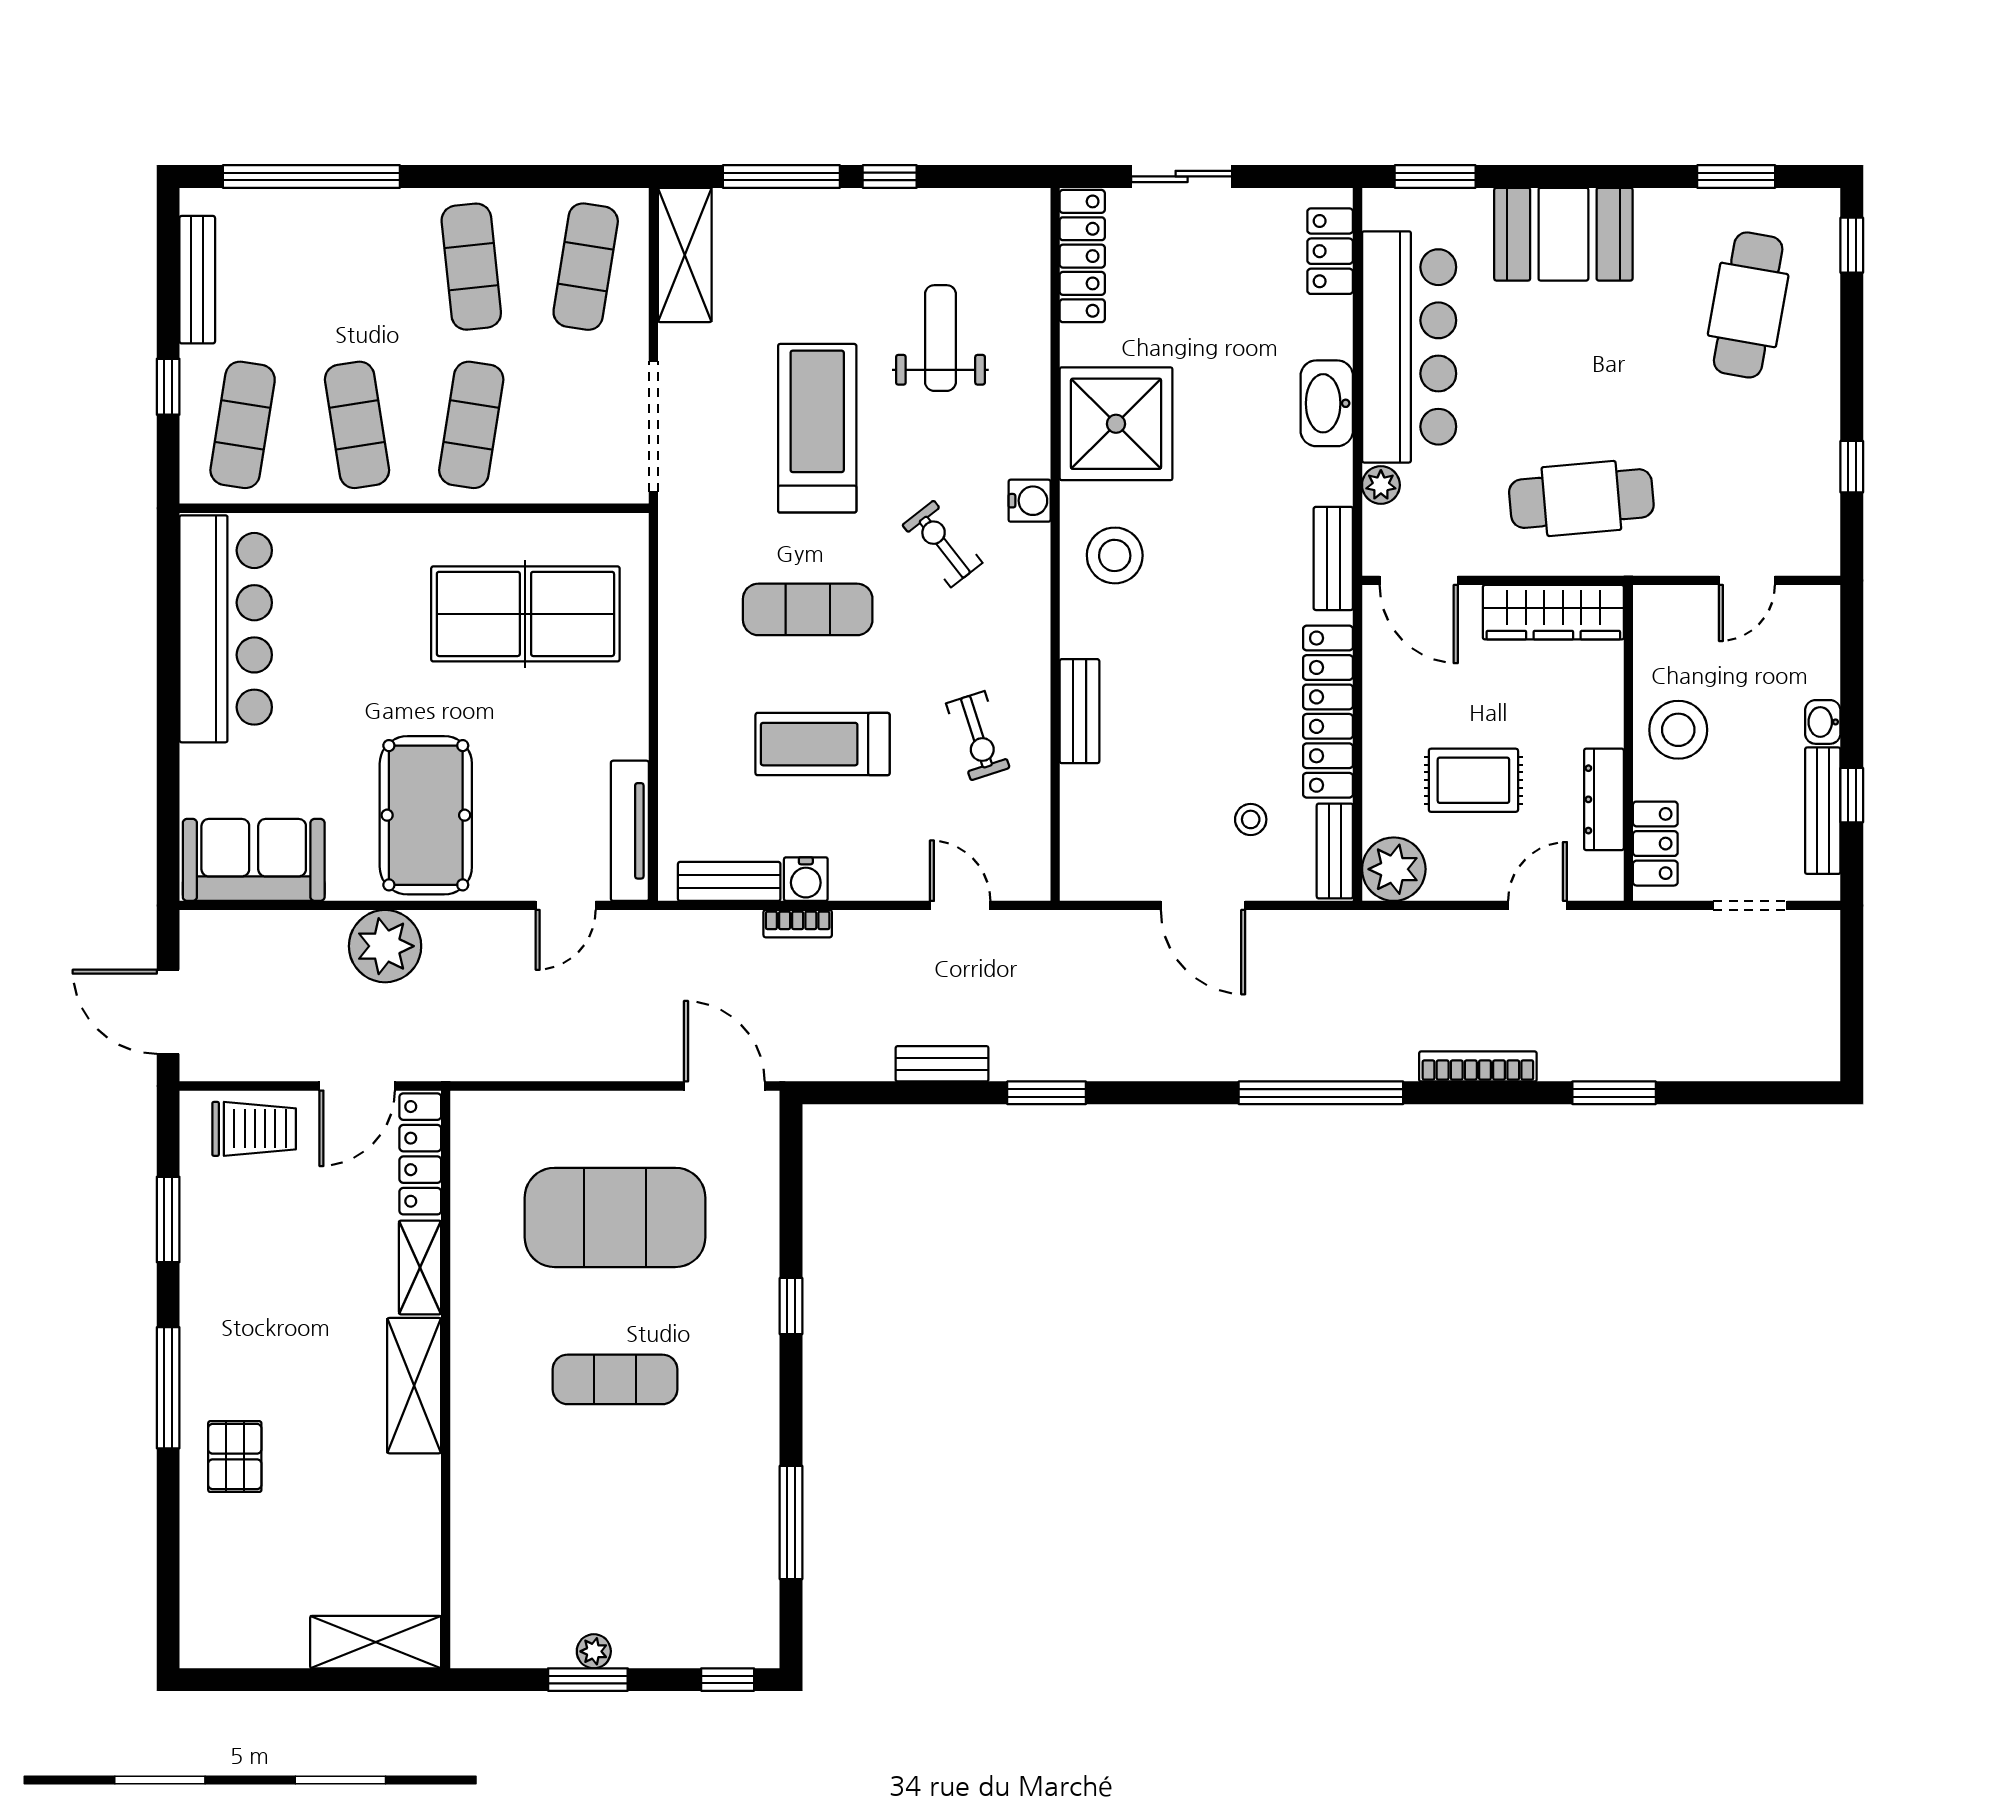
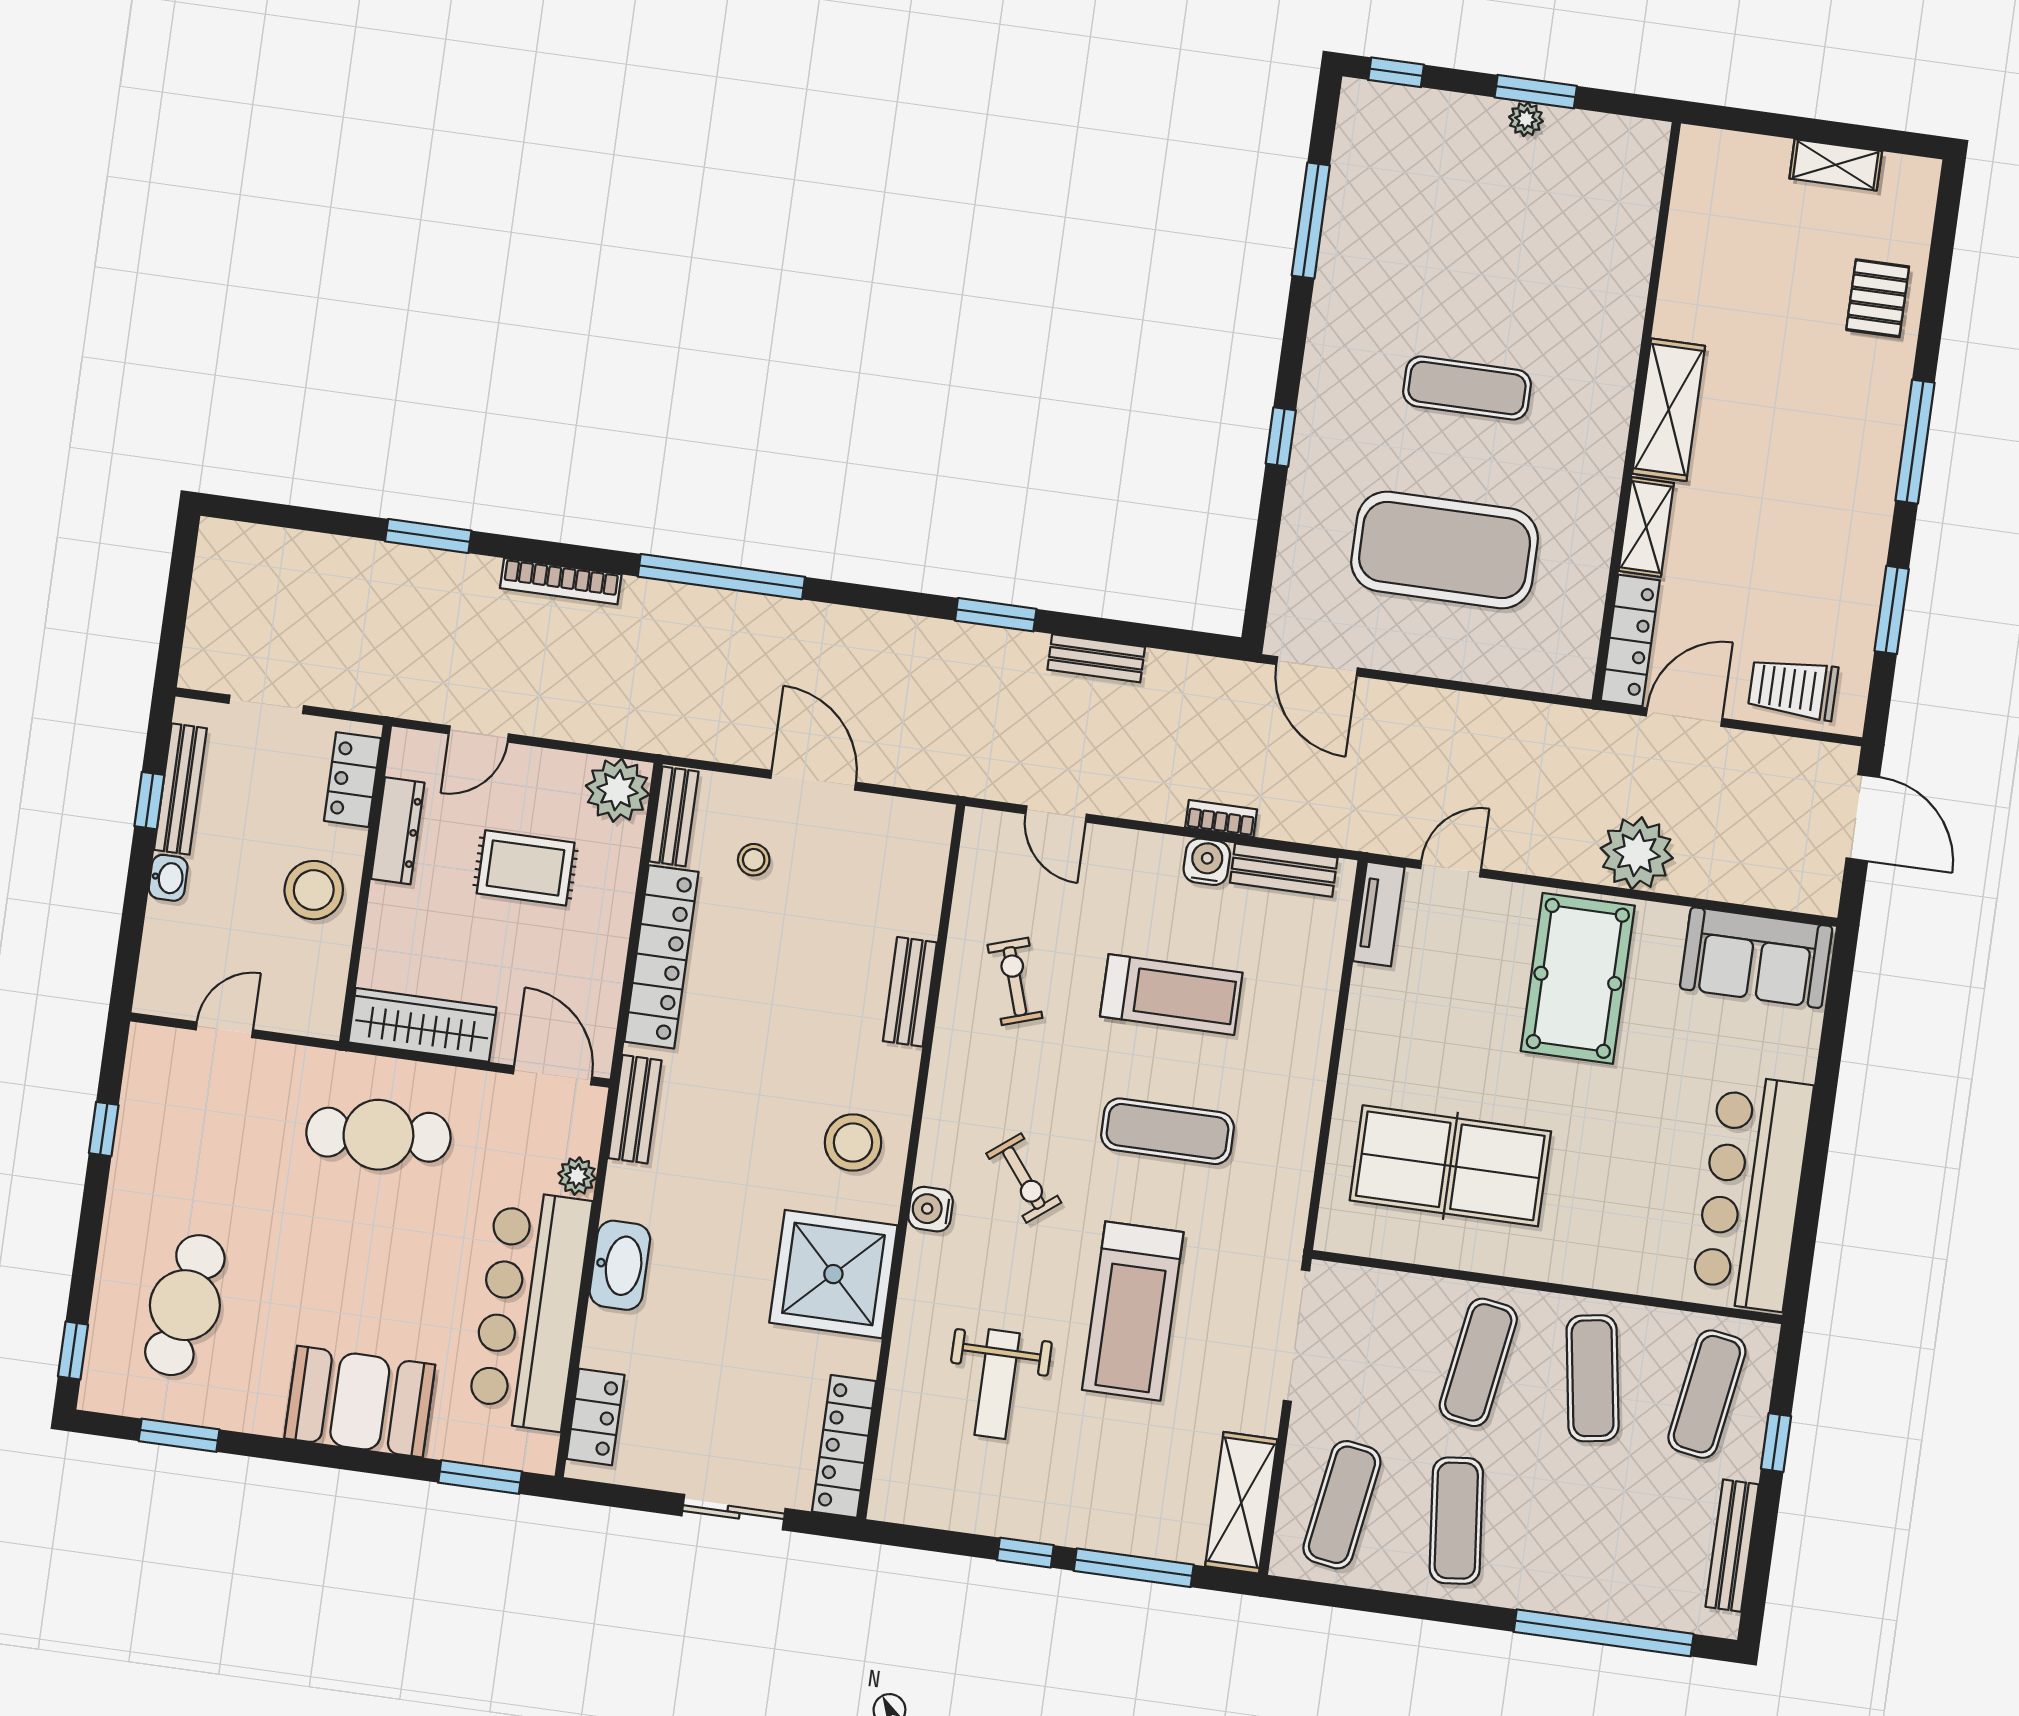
tv unit: (630, 831) -> (1379, 914), width x0.71
pallet: (235, 1457) -> (1878, 298), moved
shelving: (376, 1642) -> (1836, 165), moved, width x0.67, depth x0.75

